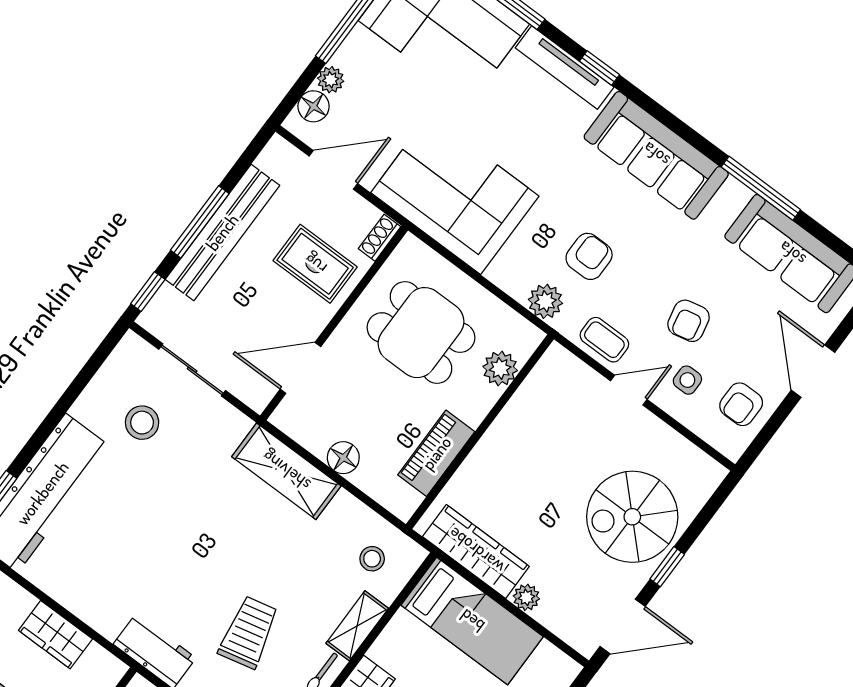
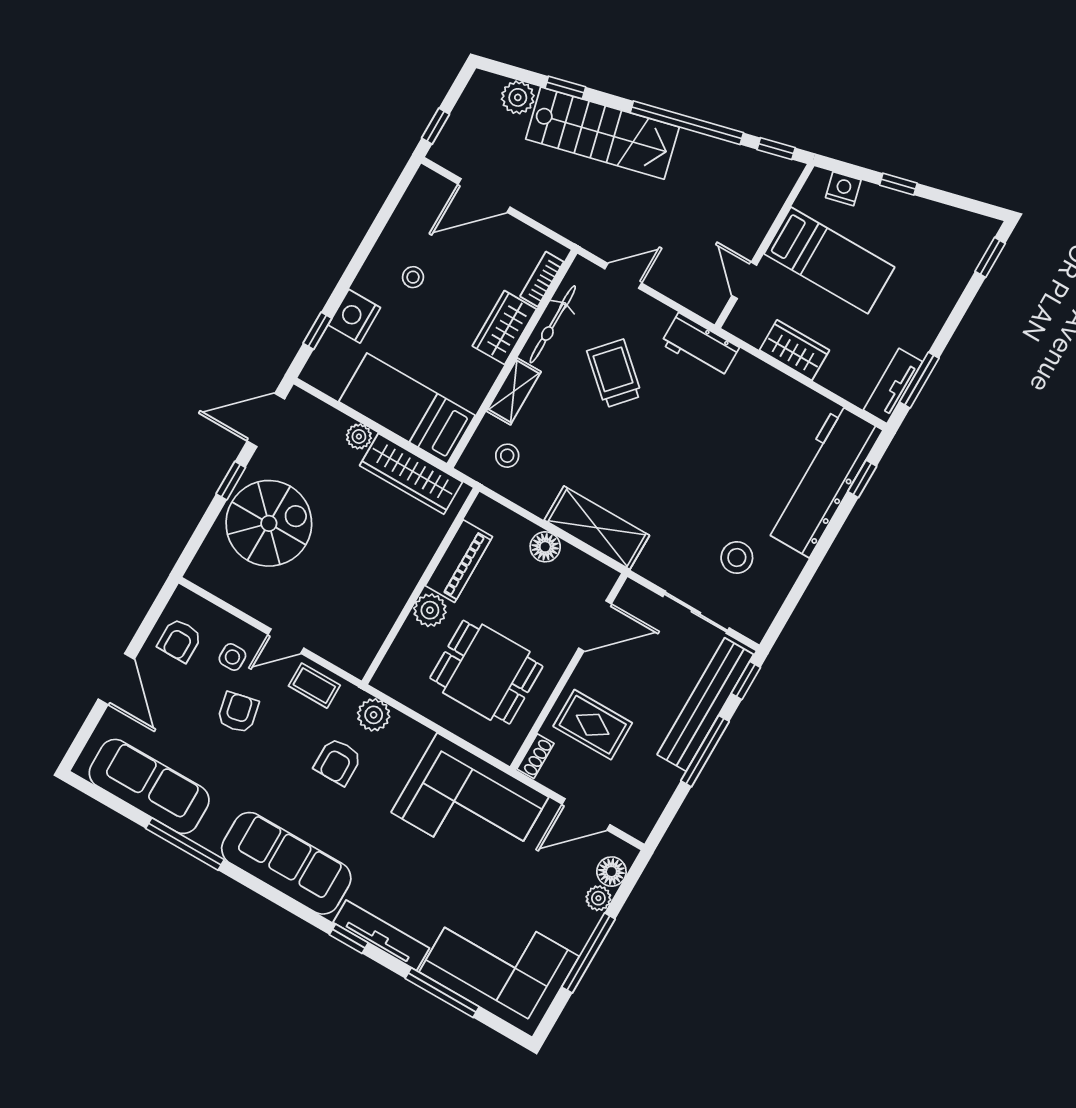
bench: (222, 232) -> (705, 705), moved
plant: (500, 369) -> (430, 610), moved
armchair: (741, 404) -> (180, 640), turned 180
trolley: (249, 632) -> (614, 373), turned 145

